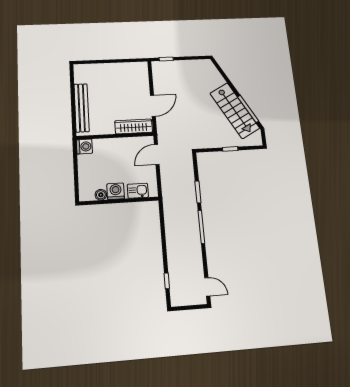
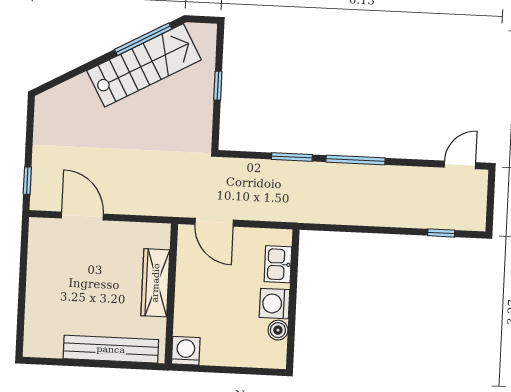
door: (153, 106) -> (82, 216), moved
wardrobe: (134, 126) -> (155, 283), moved

